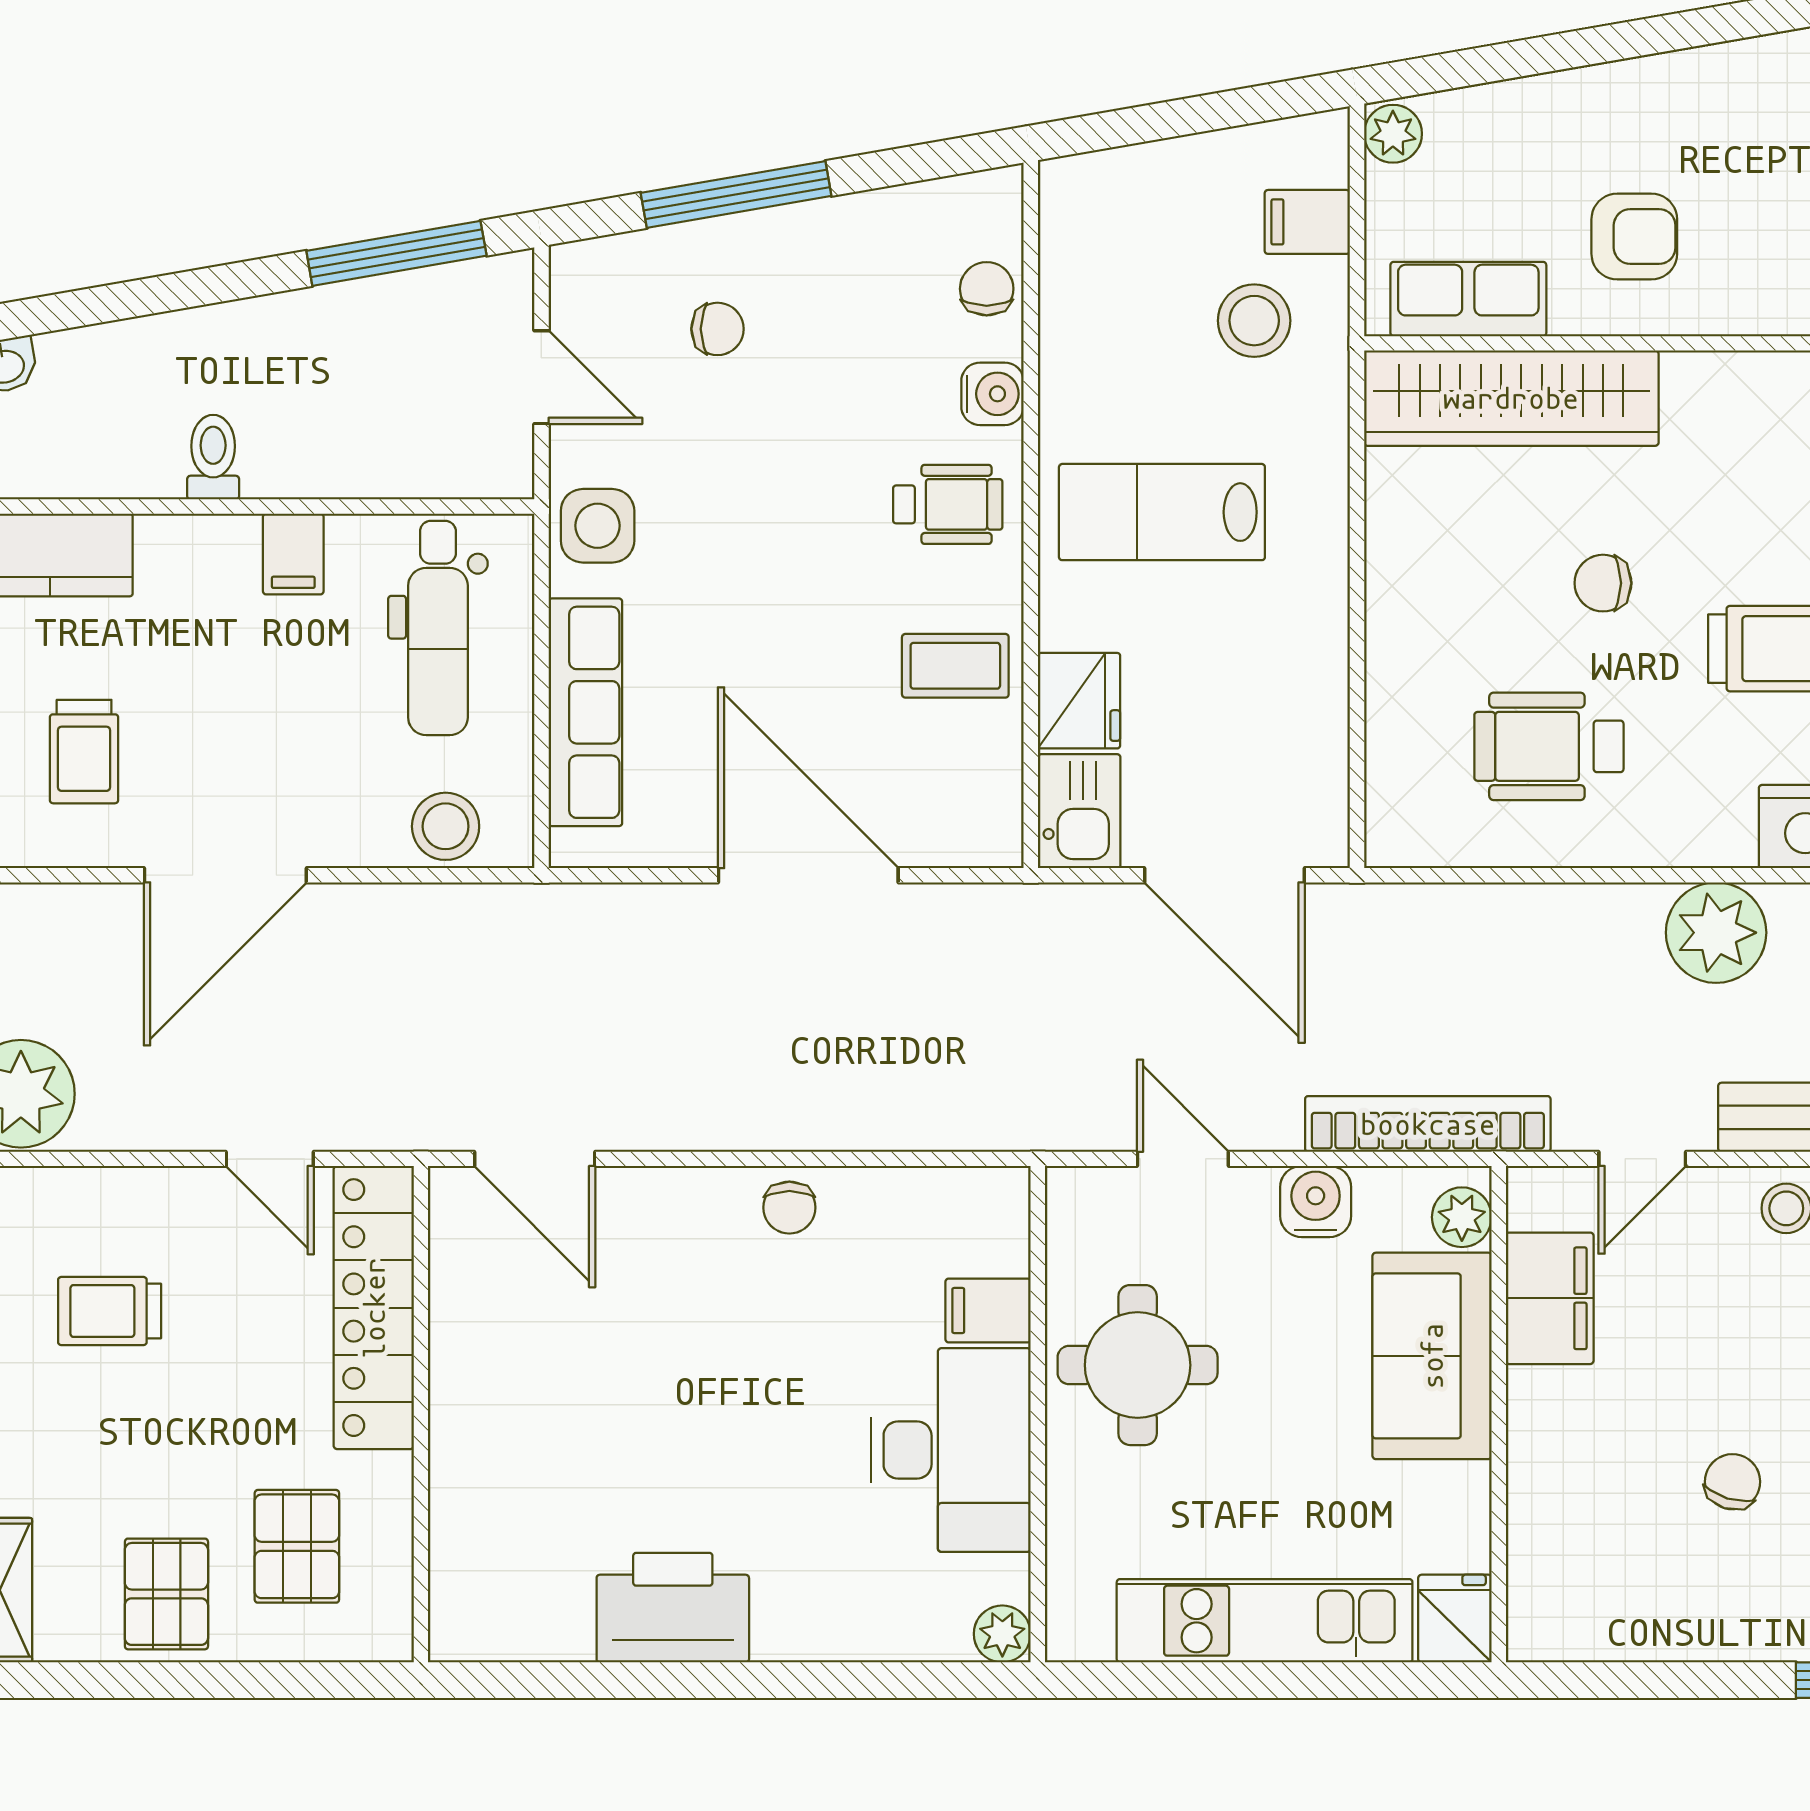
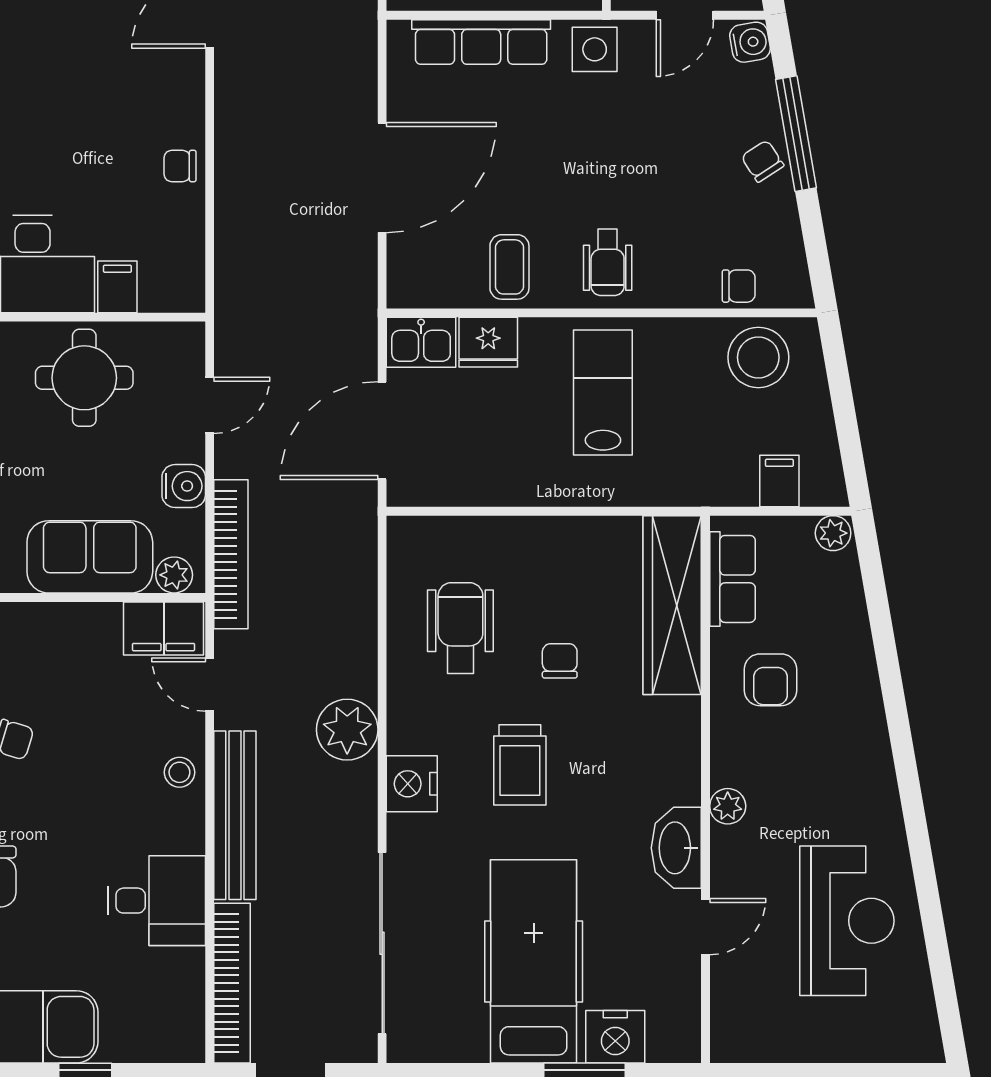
stool: (1254, 321) -> (758, 357), moved, width x1.38, depth x1.38
chair: (717, 329) -> (763, 161), moved, turned 147
water cooler: (992, 394) -> (750, 42), moved, turned -100
filing cabinet: (1550, 1298) -> (164, 628), moved

